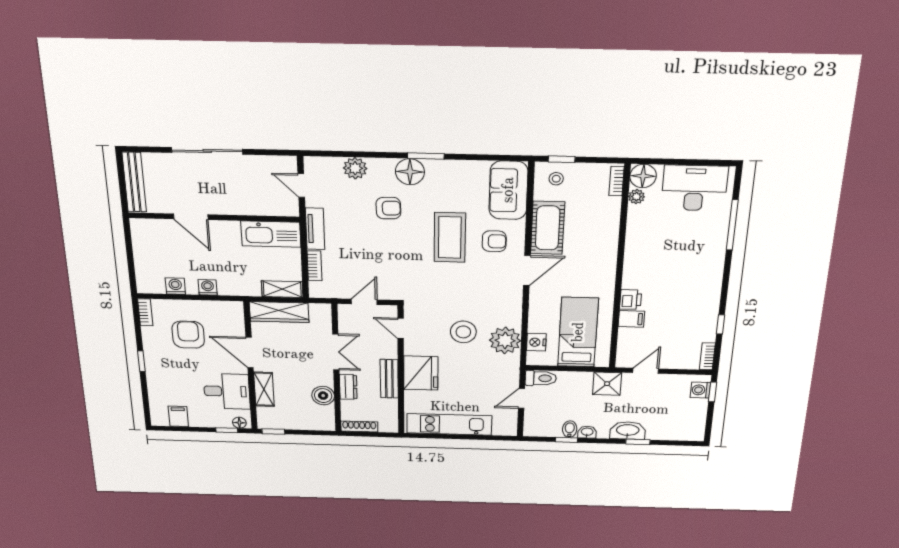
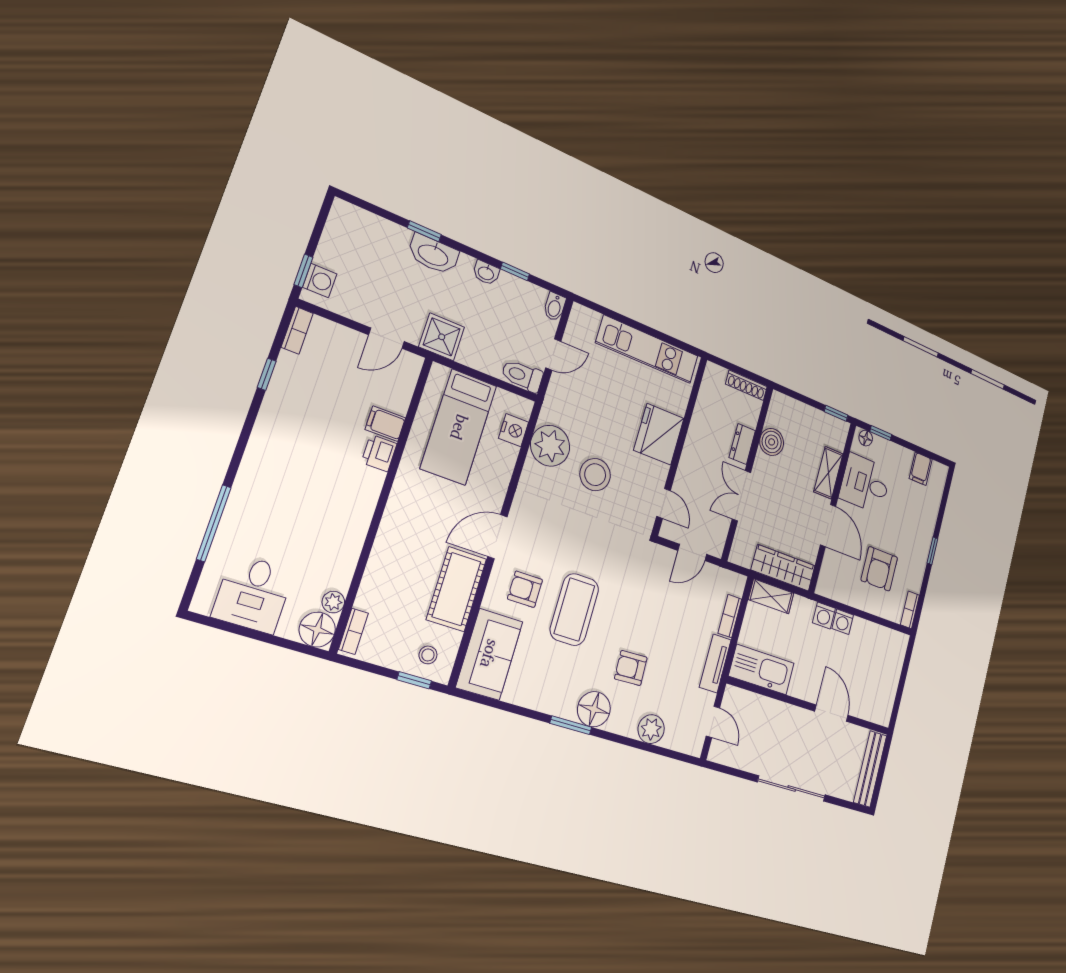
desk: (694, 188) -> (253, 594), width x0.73
washing machine: (175, 286) -> (824, 616), moved
bench: (389, 379) -> (696, 439), removed
bidet: (570, 429) -> (555, 307), moved

